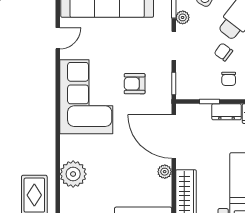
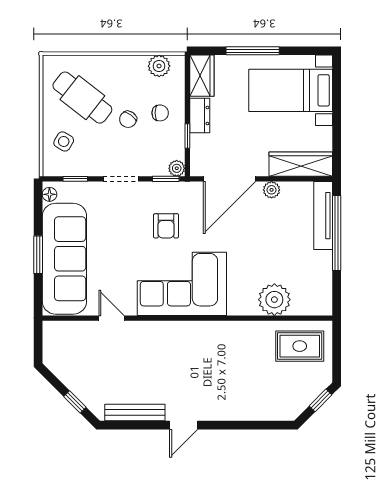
plant: (183, 17) -> (177, 168), moved

